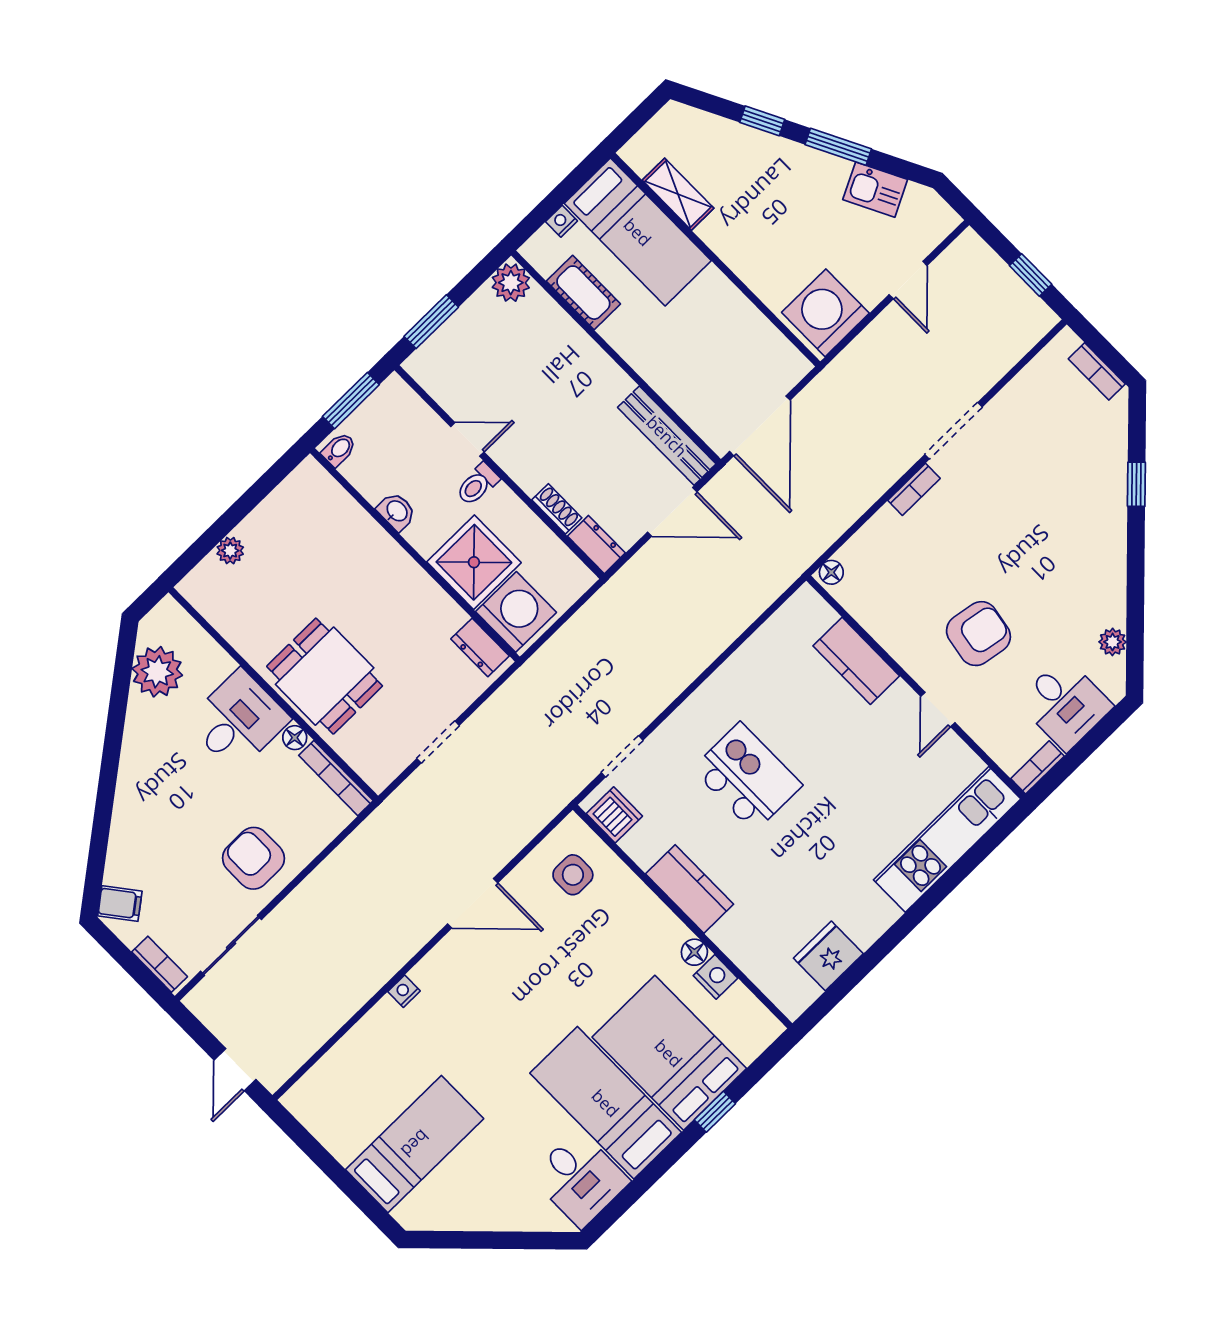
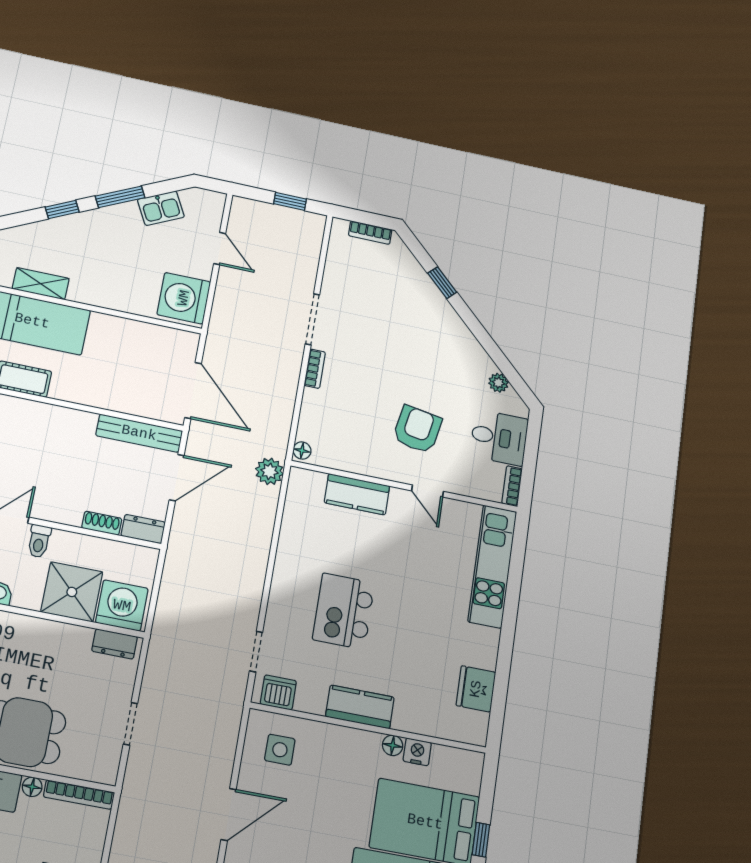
plant: (778, 572) -> (269, 471), added
kitchen island: (747, 777) -> (344, 611), turned -90

